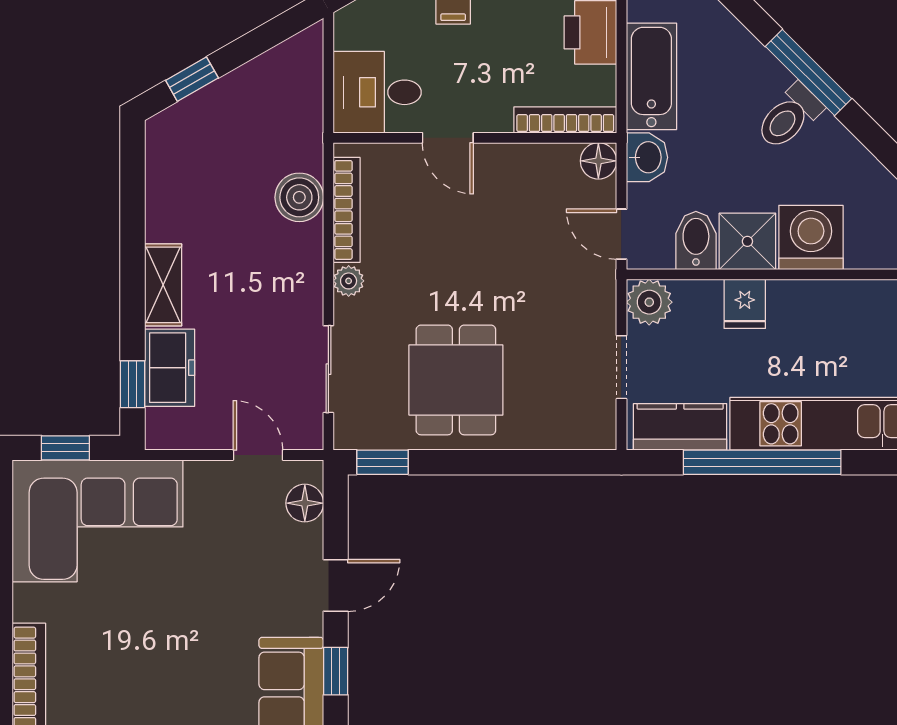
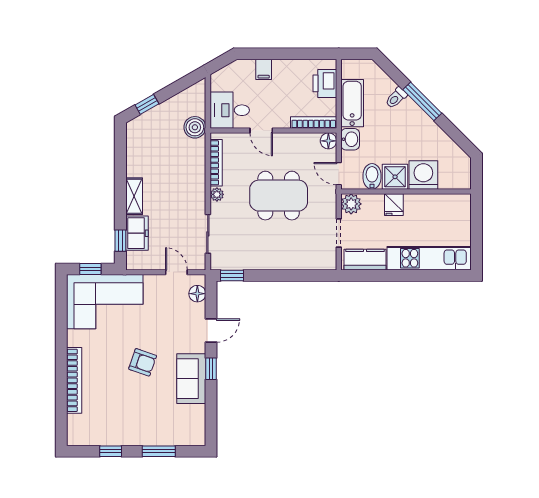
toilet: (789, 117) -> (396, 98), moved, width x0.73, depth x0.72
boiler: (299, 197) -> (195, 127), moved
dining table: (456, 380) -> (279, 196), moved, width x1.37
window: (762, 462) -> (402, 275), removed
armchair: (182, 657) -> (143, 362), added

